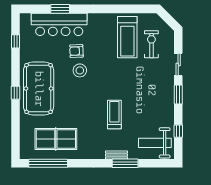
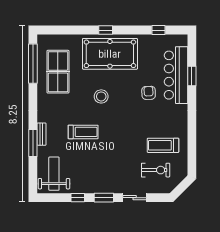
treadmill: (127, 37) -> (163, 145), width x0.73, depth x0.73
stool: (80, 70) -> (101, 96), moved
window: (178, 131) -> (78, 198), moved

